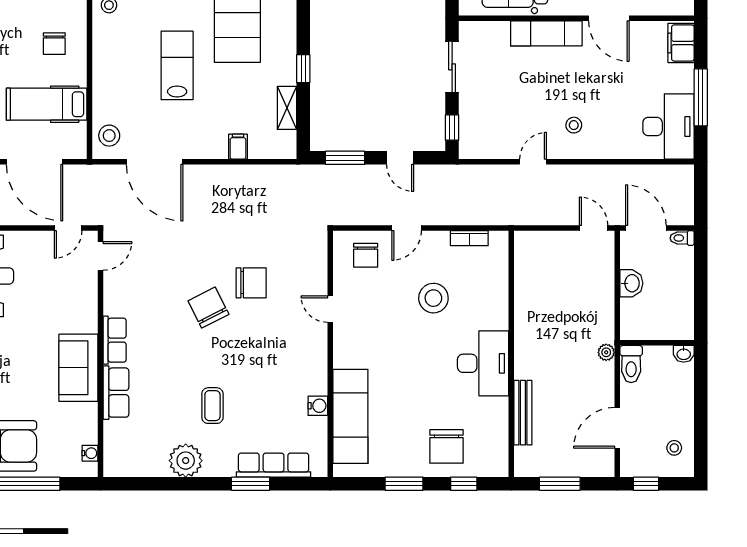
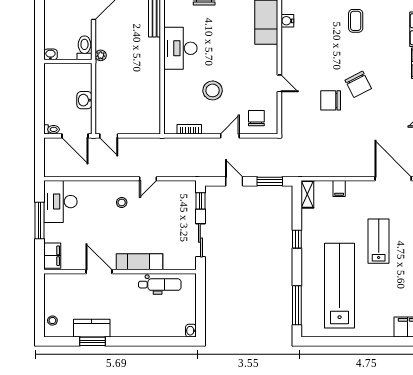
lab bench: (177, 65) -> (379, 241), turned 180
shelving: (287, 108) -> (307, 194), moved

